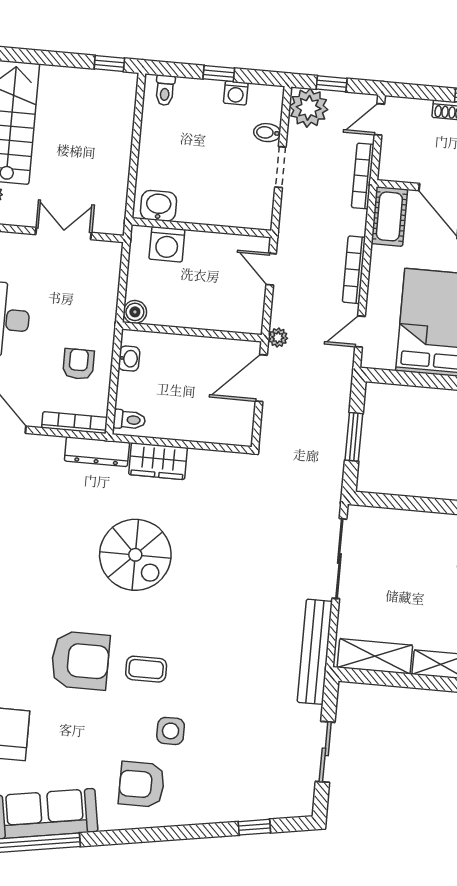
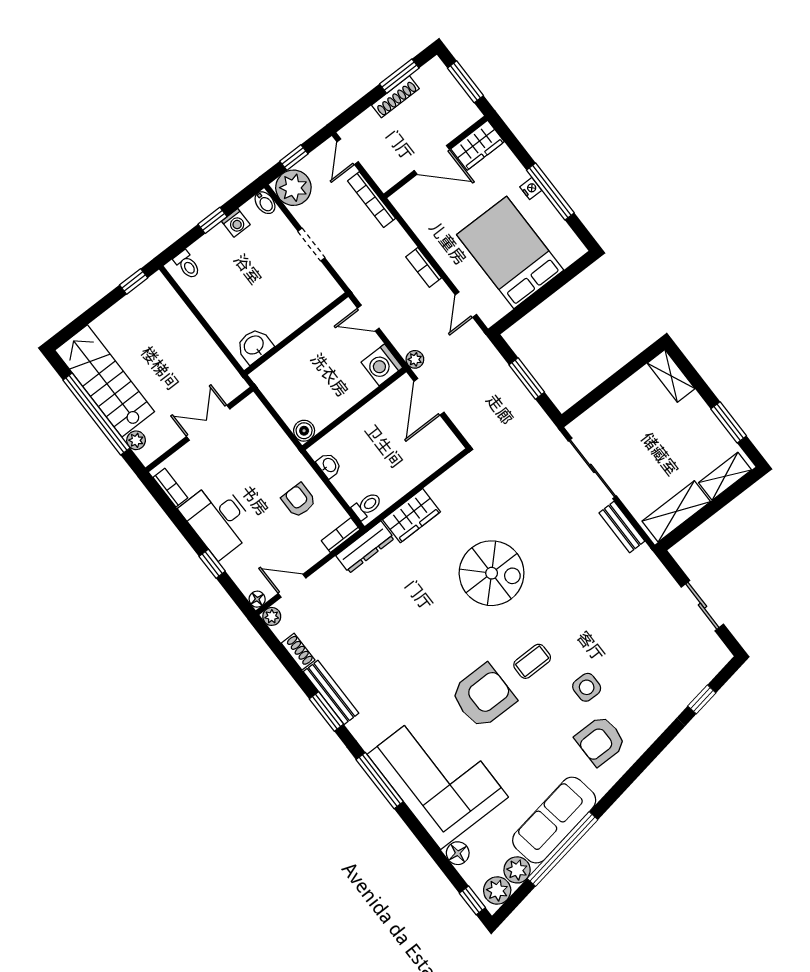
bidet: (267, 133) -> (265, 203), moved, turned -90
cot: (389, 216) -> (414, 210), removed
washing machine: (167, 244) -> (382, 365), moved, turned 90
bookcase: (354, 270) -> (424, 267), width x0.64
bookcase: (75, 423) -> (341, 535), width x0.64
spiral stairs: (135, 555) -> (492, 573), moved
bench: (315, 652) -> (622, 527), width x0.54, depth x0.82

